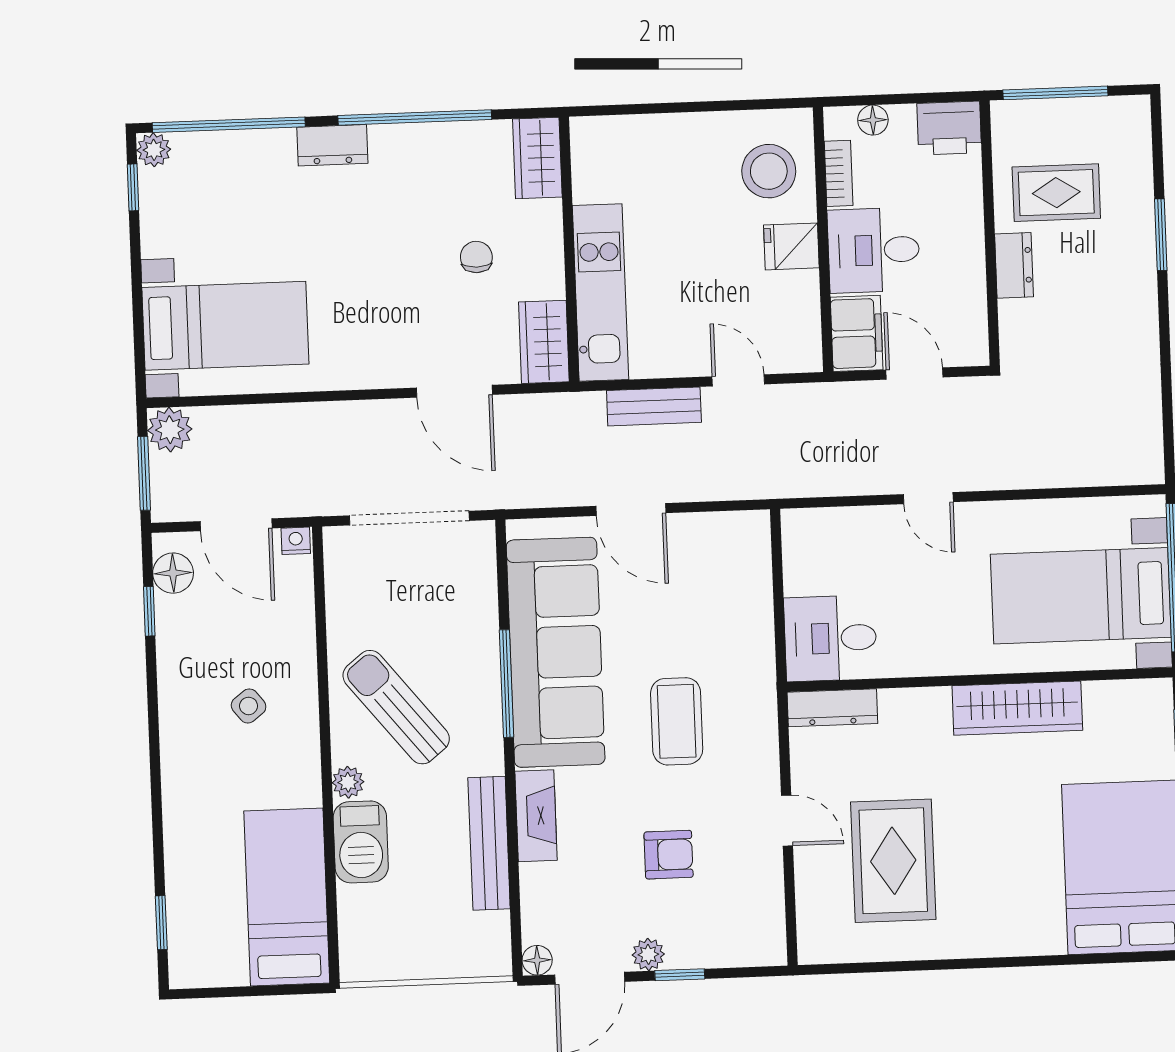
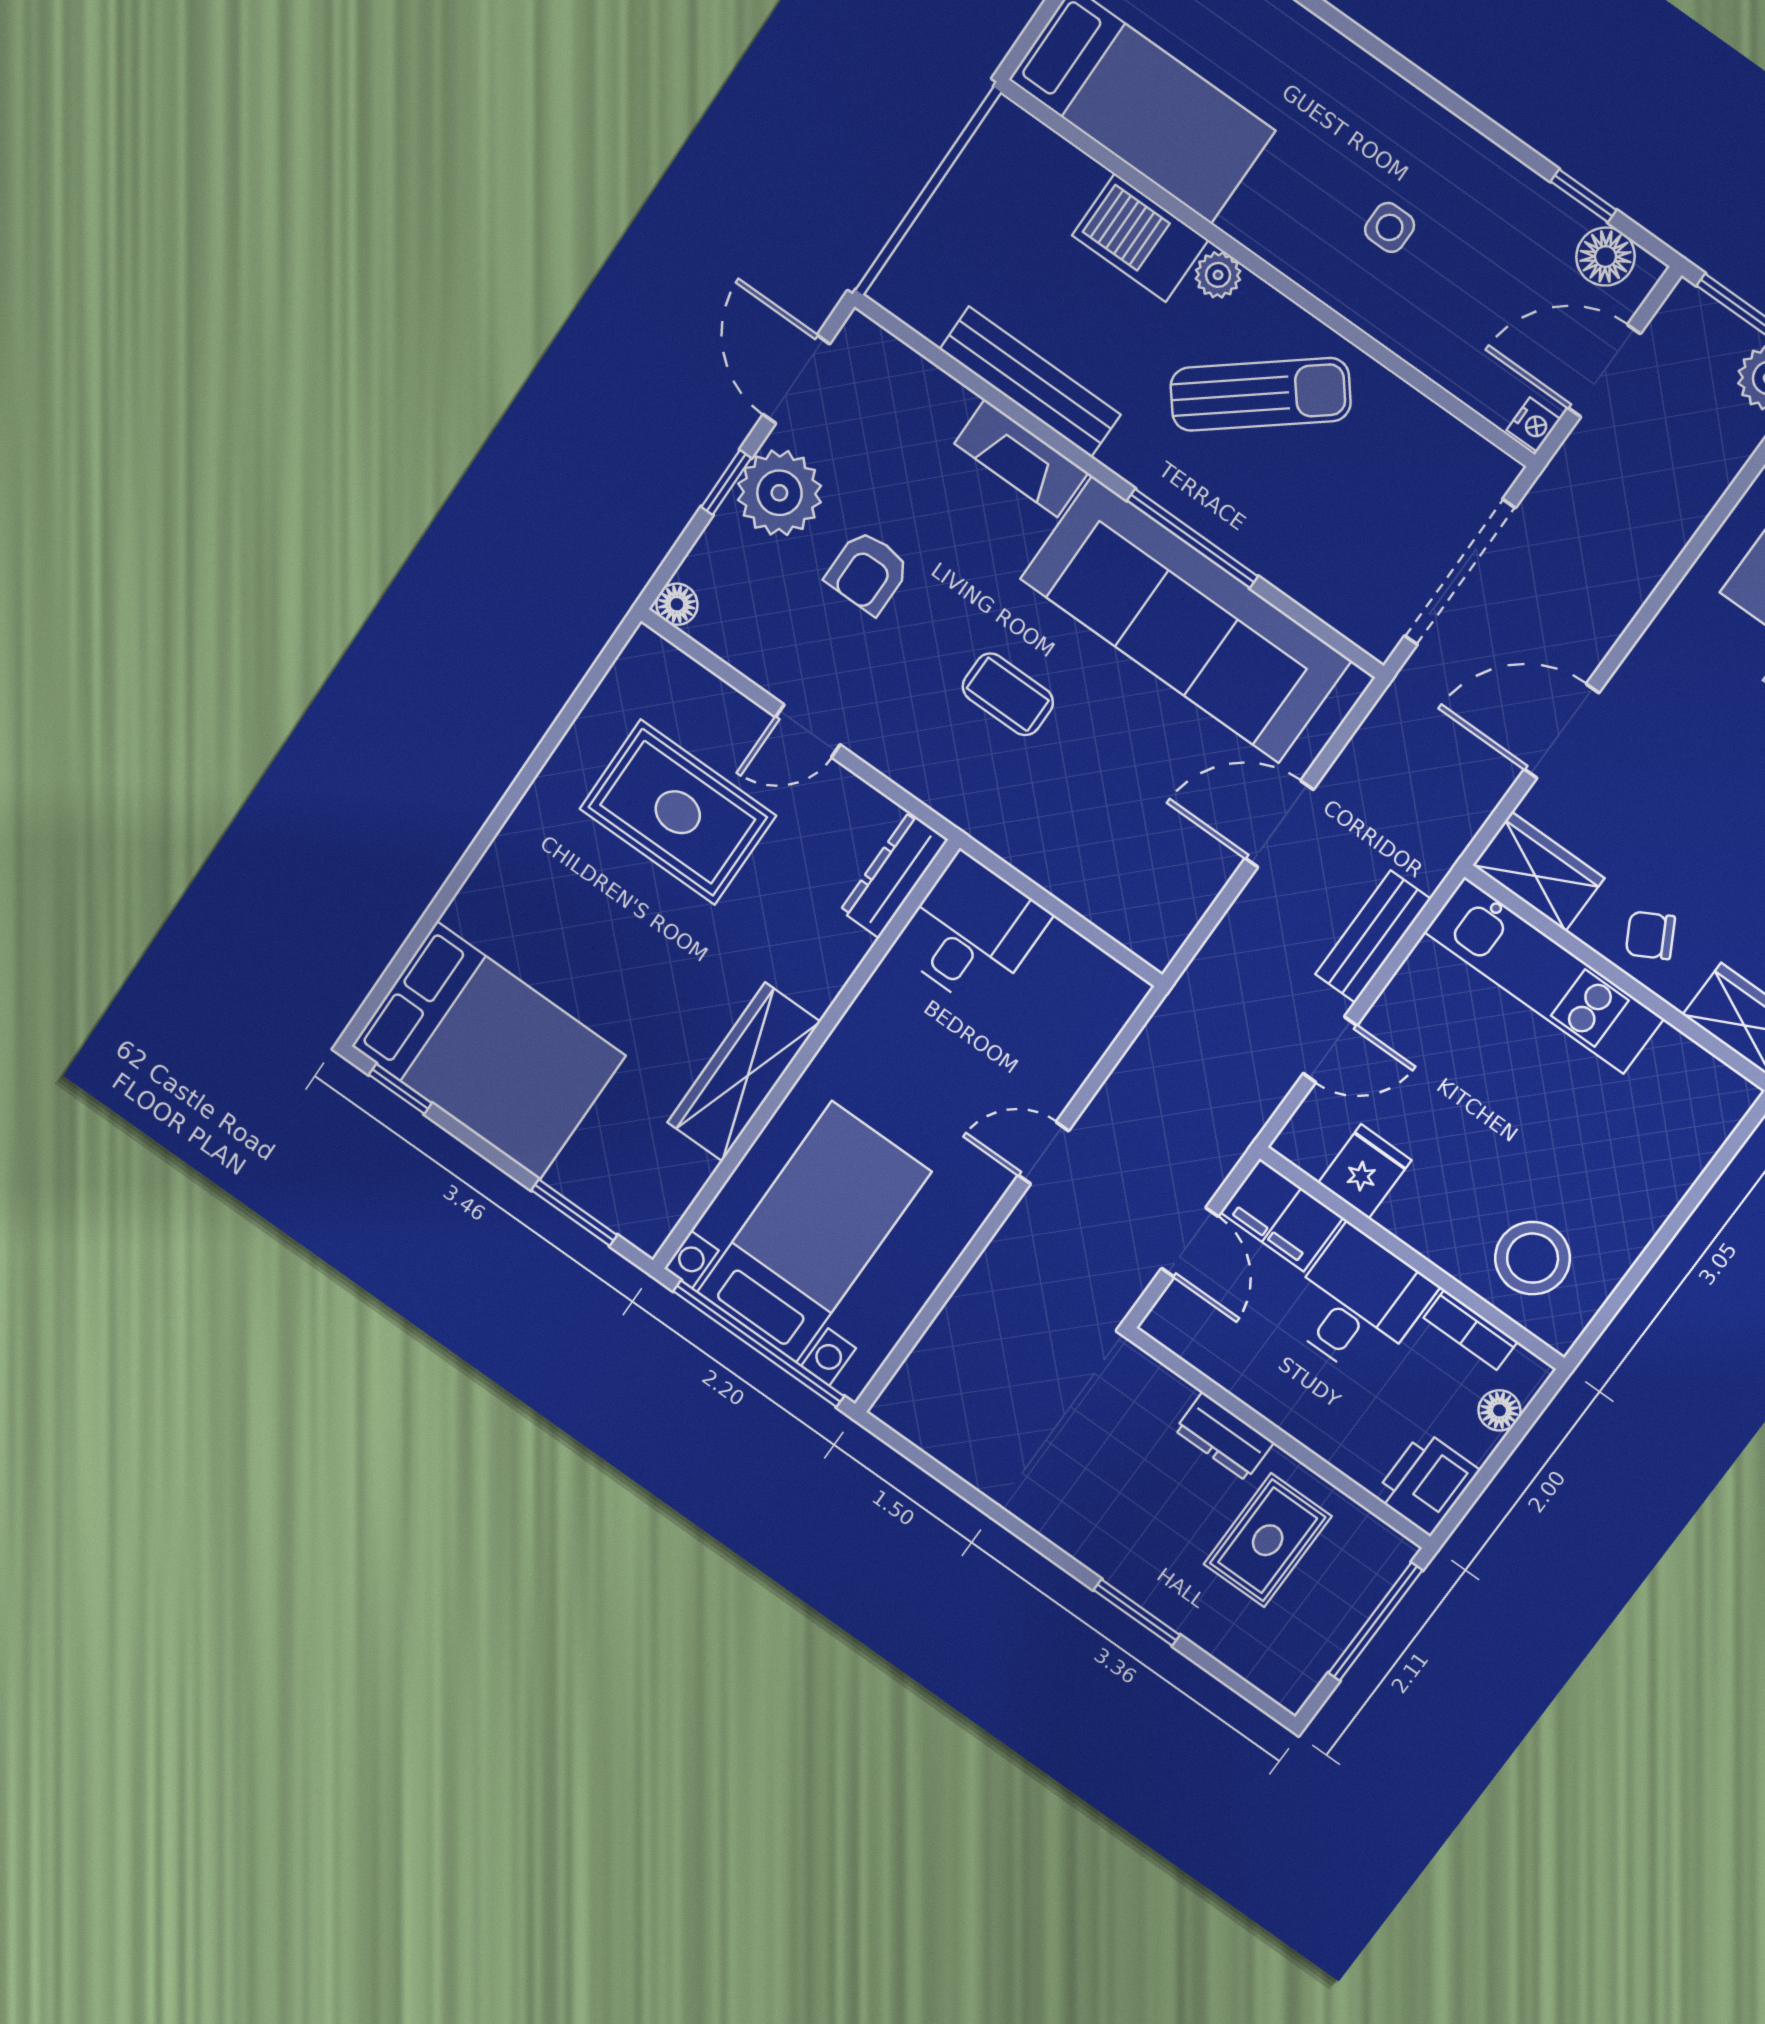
fridge: (791, 246) -> (1365, 1171), moved
chair: (476, 257) -> (1650, 935), moved, turned 151
door: (914, 374) -> (1190, 1242), hinge flipped
side table: (249, 706) -> (1390, 227), turned 38
coffee table: (677, 721) -> (1008, 694), width x0.73, depth x0.77
plant: (648, 954) -> (779, 493), width x1.88, depth x1.88
floor lamp: (537, 960) -> (677, 604), moved

